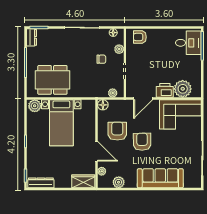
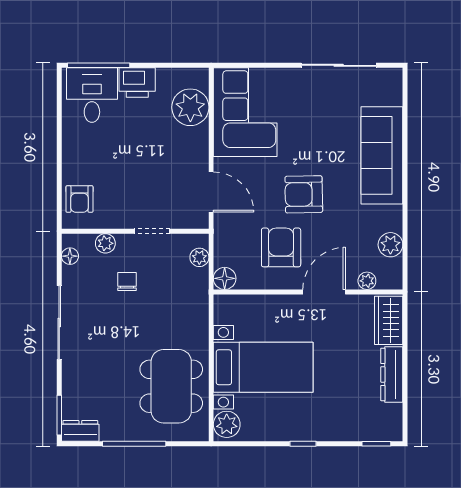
printer: (165, 90) -> (137, 83), moved, turned -90
armchair: (117, 131) -> (281, 247), turned 90
dresser: (41, 183) -> (392, 374), moved

